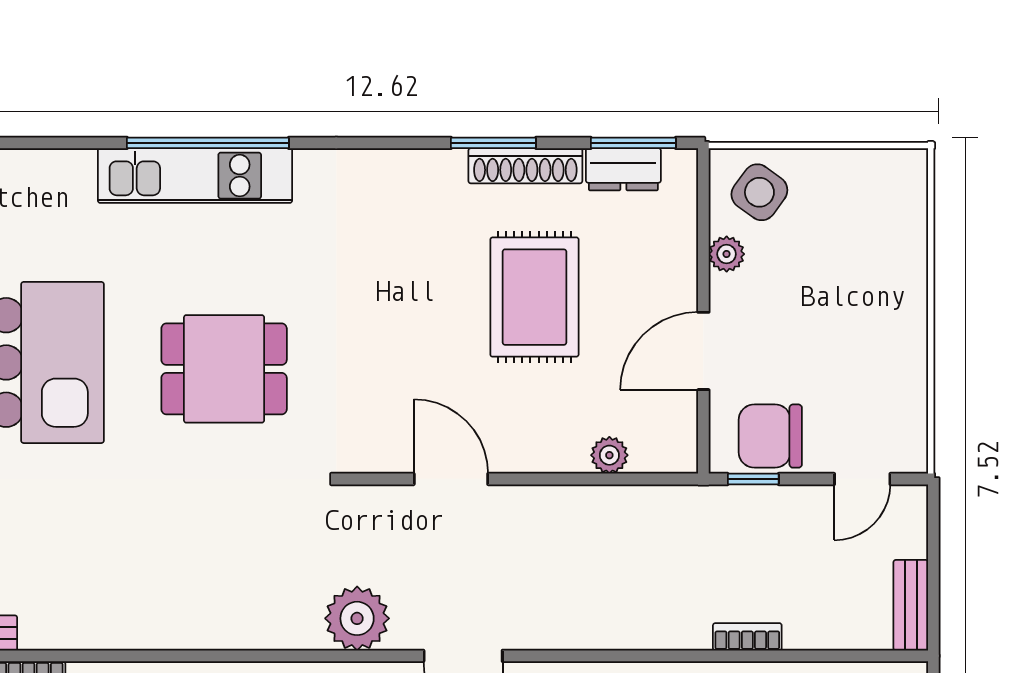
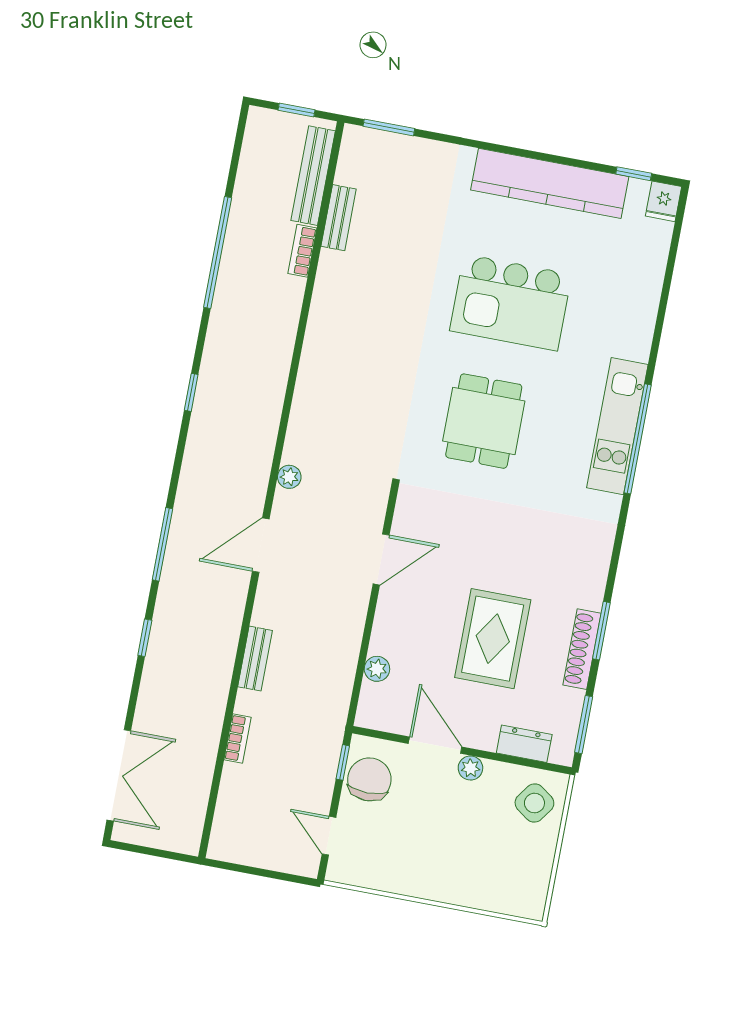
dresser: (623, 169) -> (524, 744), moved, turned 90
plant: (727, 254) -> (470, 768), moved
rug: (534, 297) -> (493, 639), turned 90
bench: (911, 605) -> (255, 659), moved, turned 90
plant: (357, 618) -> (289, 477), width x0.53, depth x0.53

